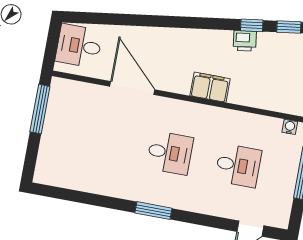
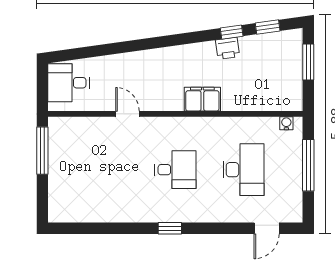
door: (132, 88) -> (127, 114), width x0.53
desk: (238, 166) -> (243, 170), width x1.37
window: (153, 211) -> (170, 228), width x0.67

